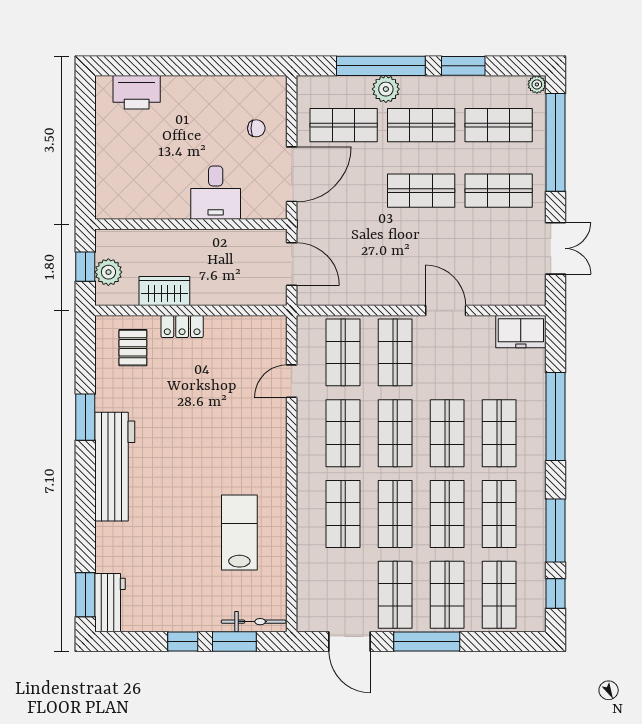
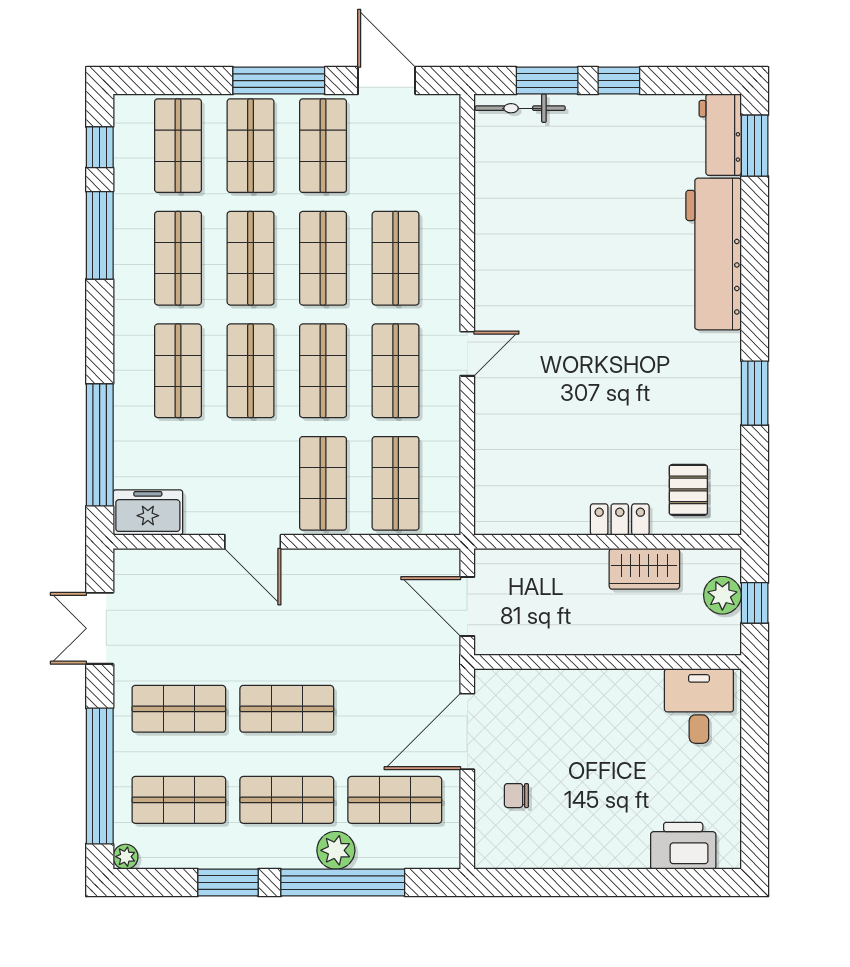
desk: (216, 193) -> (699, 706), moved
door: (292, 381) -> (467, 354), moved
window: (555, 416) -> (100, 445), moved
workbench: (115, 467) -> (714, 254), moved
lab bench: (239, 532) -> (540, 232), removed

